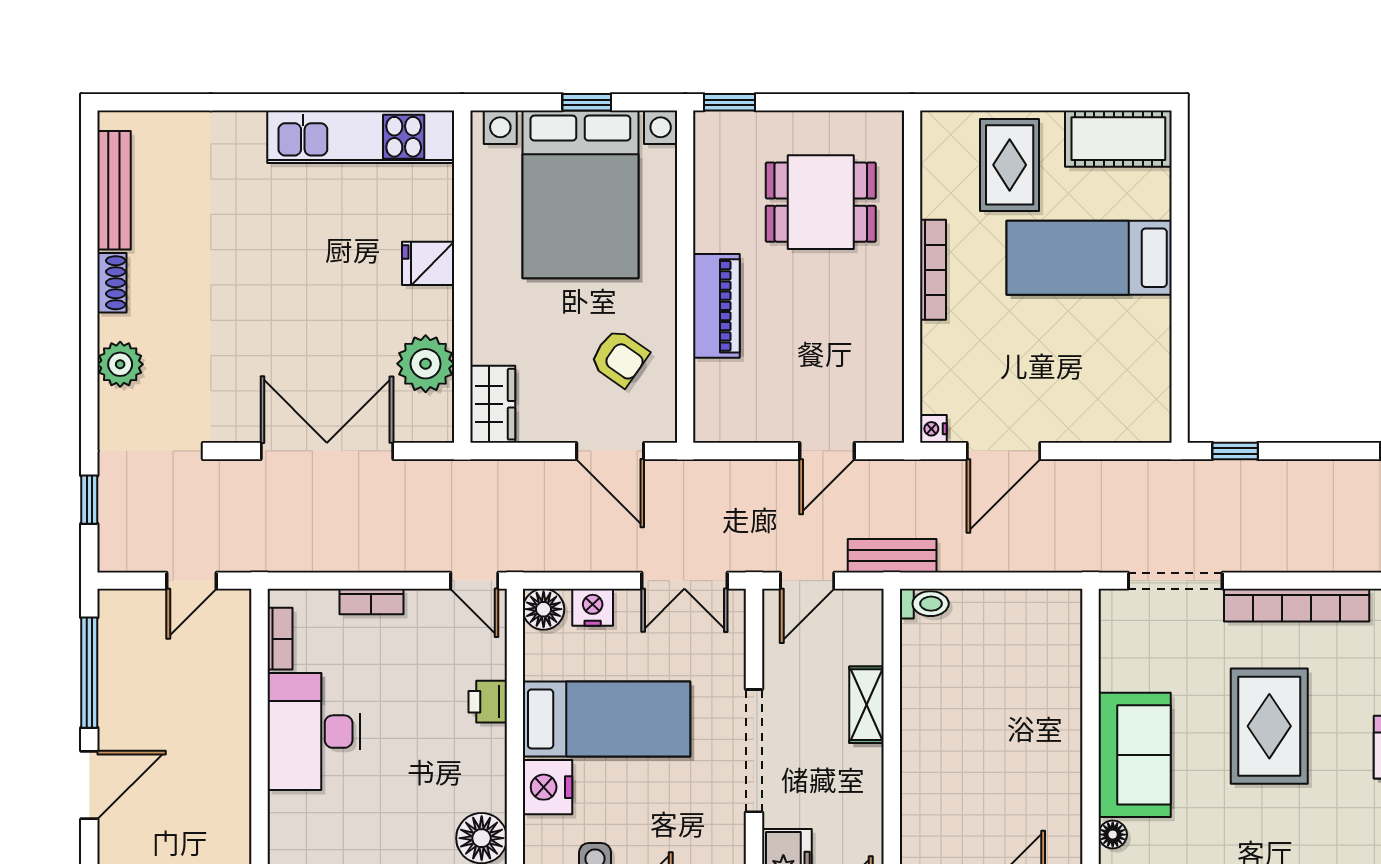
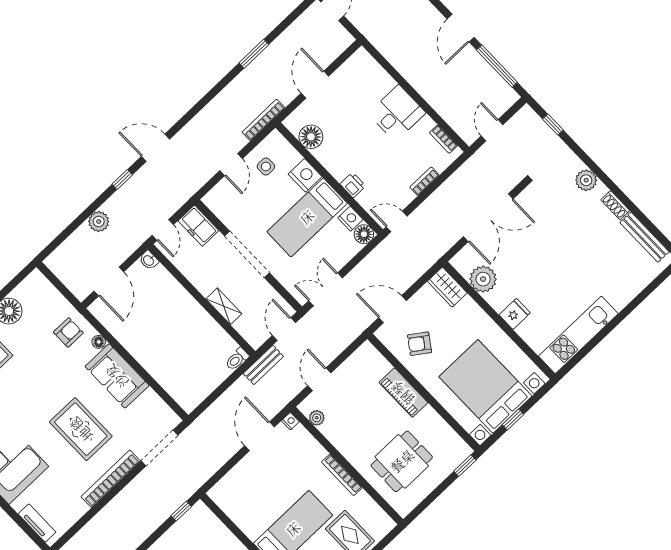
plant: (888, 395) -> (317, 418), added
nightstand: (593, 607) -> (350, 219), moved, turned -90
desk: (314, 732) -> (397, 113), width x0.73

